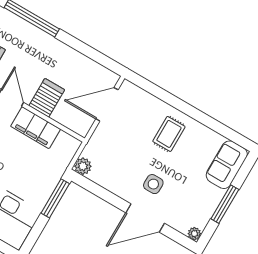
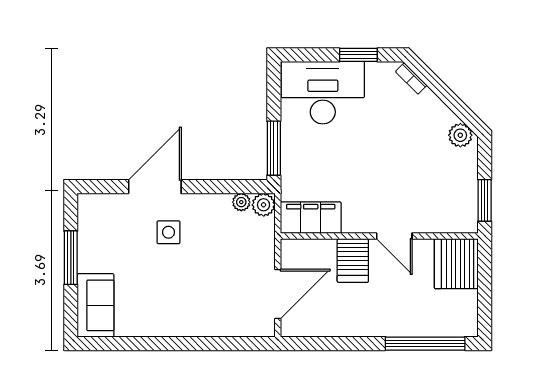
filing cabinet: (36, 128) -> (311, 218), moved
rug: (169, 134) -> (184, 302), removed
plant: (194, 234) -> (241, 202), moved

